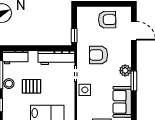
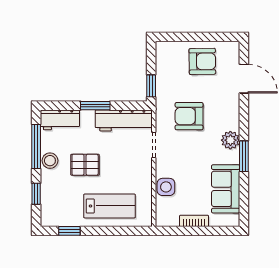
window: (38, 48) -> (95, 106), added
side table: (85, 90) -> (166, 187), moved

